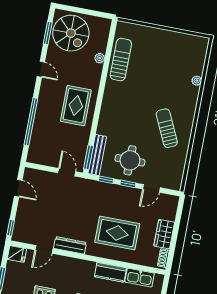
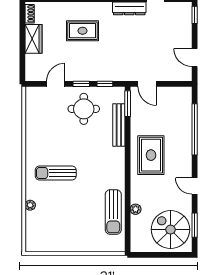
sun lounger: (167, 128) -> (56, 173), moved, turned 115
bench: (97, 155) -> (119, 125), moved
rug: (117, 233) -> (83, 31), width x0.73, depth x0.70

